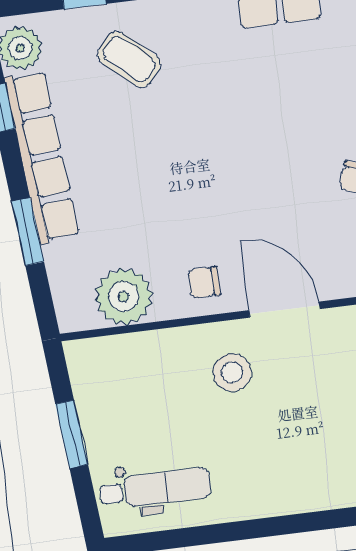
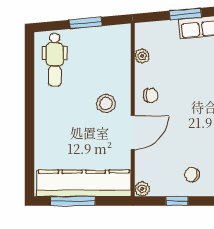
chair: (204, 282) -> (151, 95), turned 90
plant: (124, 297) -> (142, 56), width x0.53, depth x0.53

